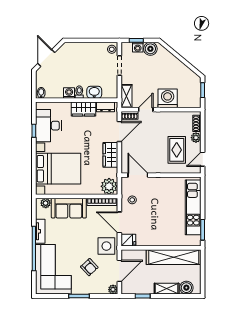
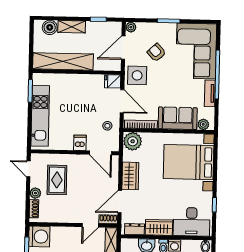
washing machine: (168, 98) -> (39, 236), moved, turned -90
desk: (48, 126) -> (192, 222), moved, turned 90
door: (203, 159) -> (28, 169), swing flipped
dishwasher: (157, 184) -> (80, 143), added

